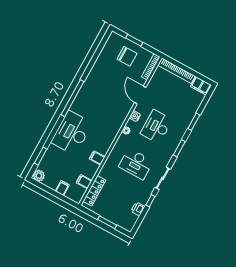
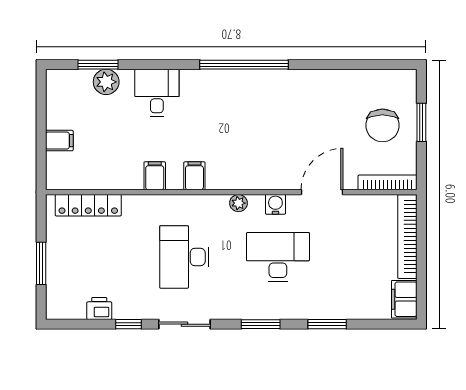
desk: (72, 133) -> (157, 93), width x0.53, depth x0.77
plant: (39, 176) -> (106, 82), moved
filing cabinet: (84, 182) -> (194, 176), moved

